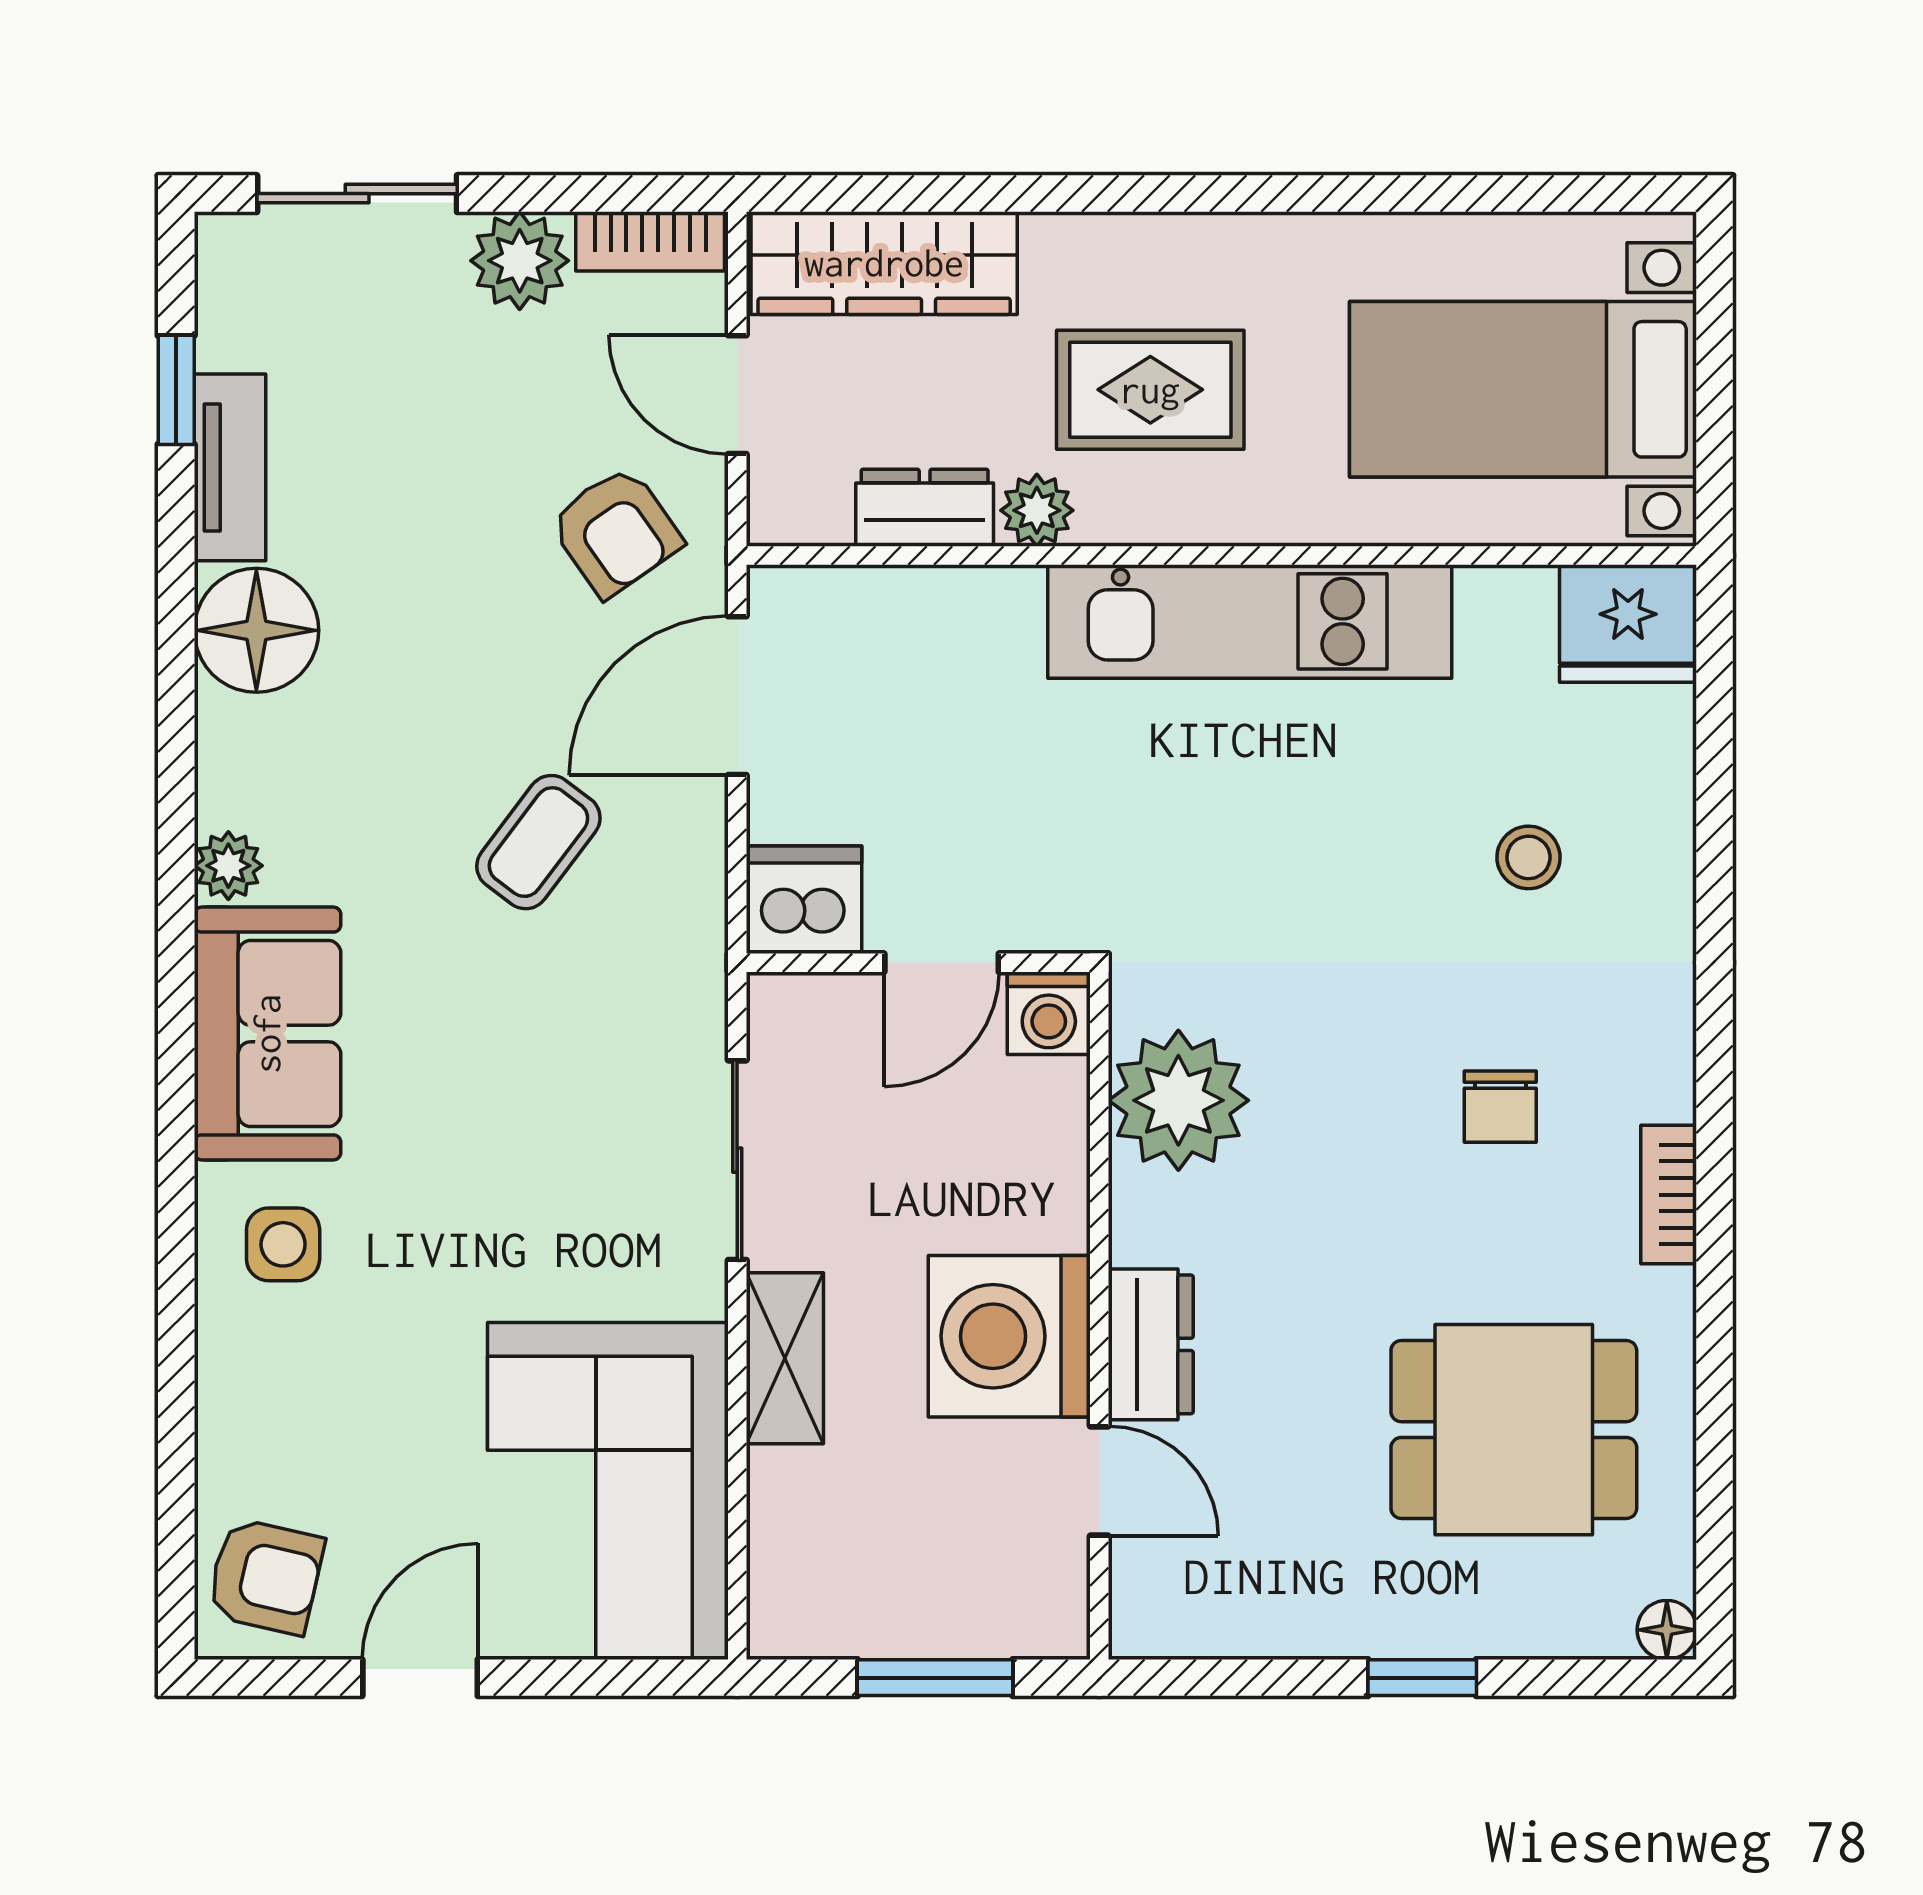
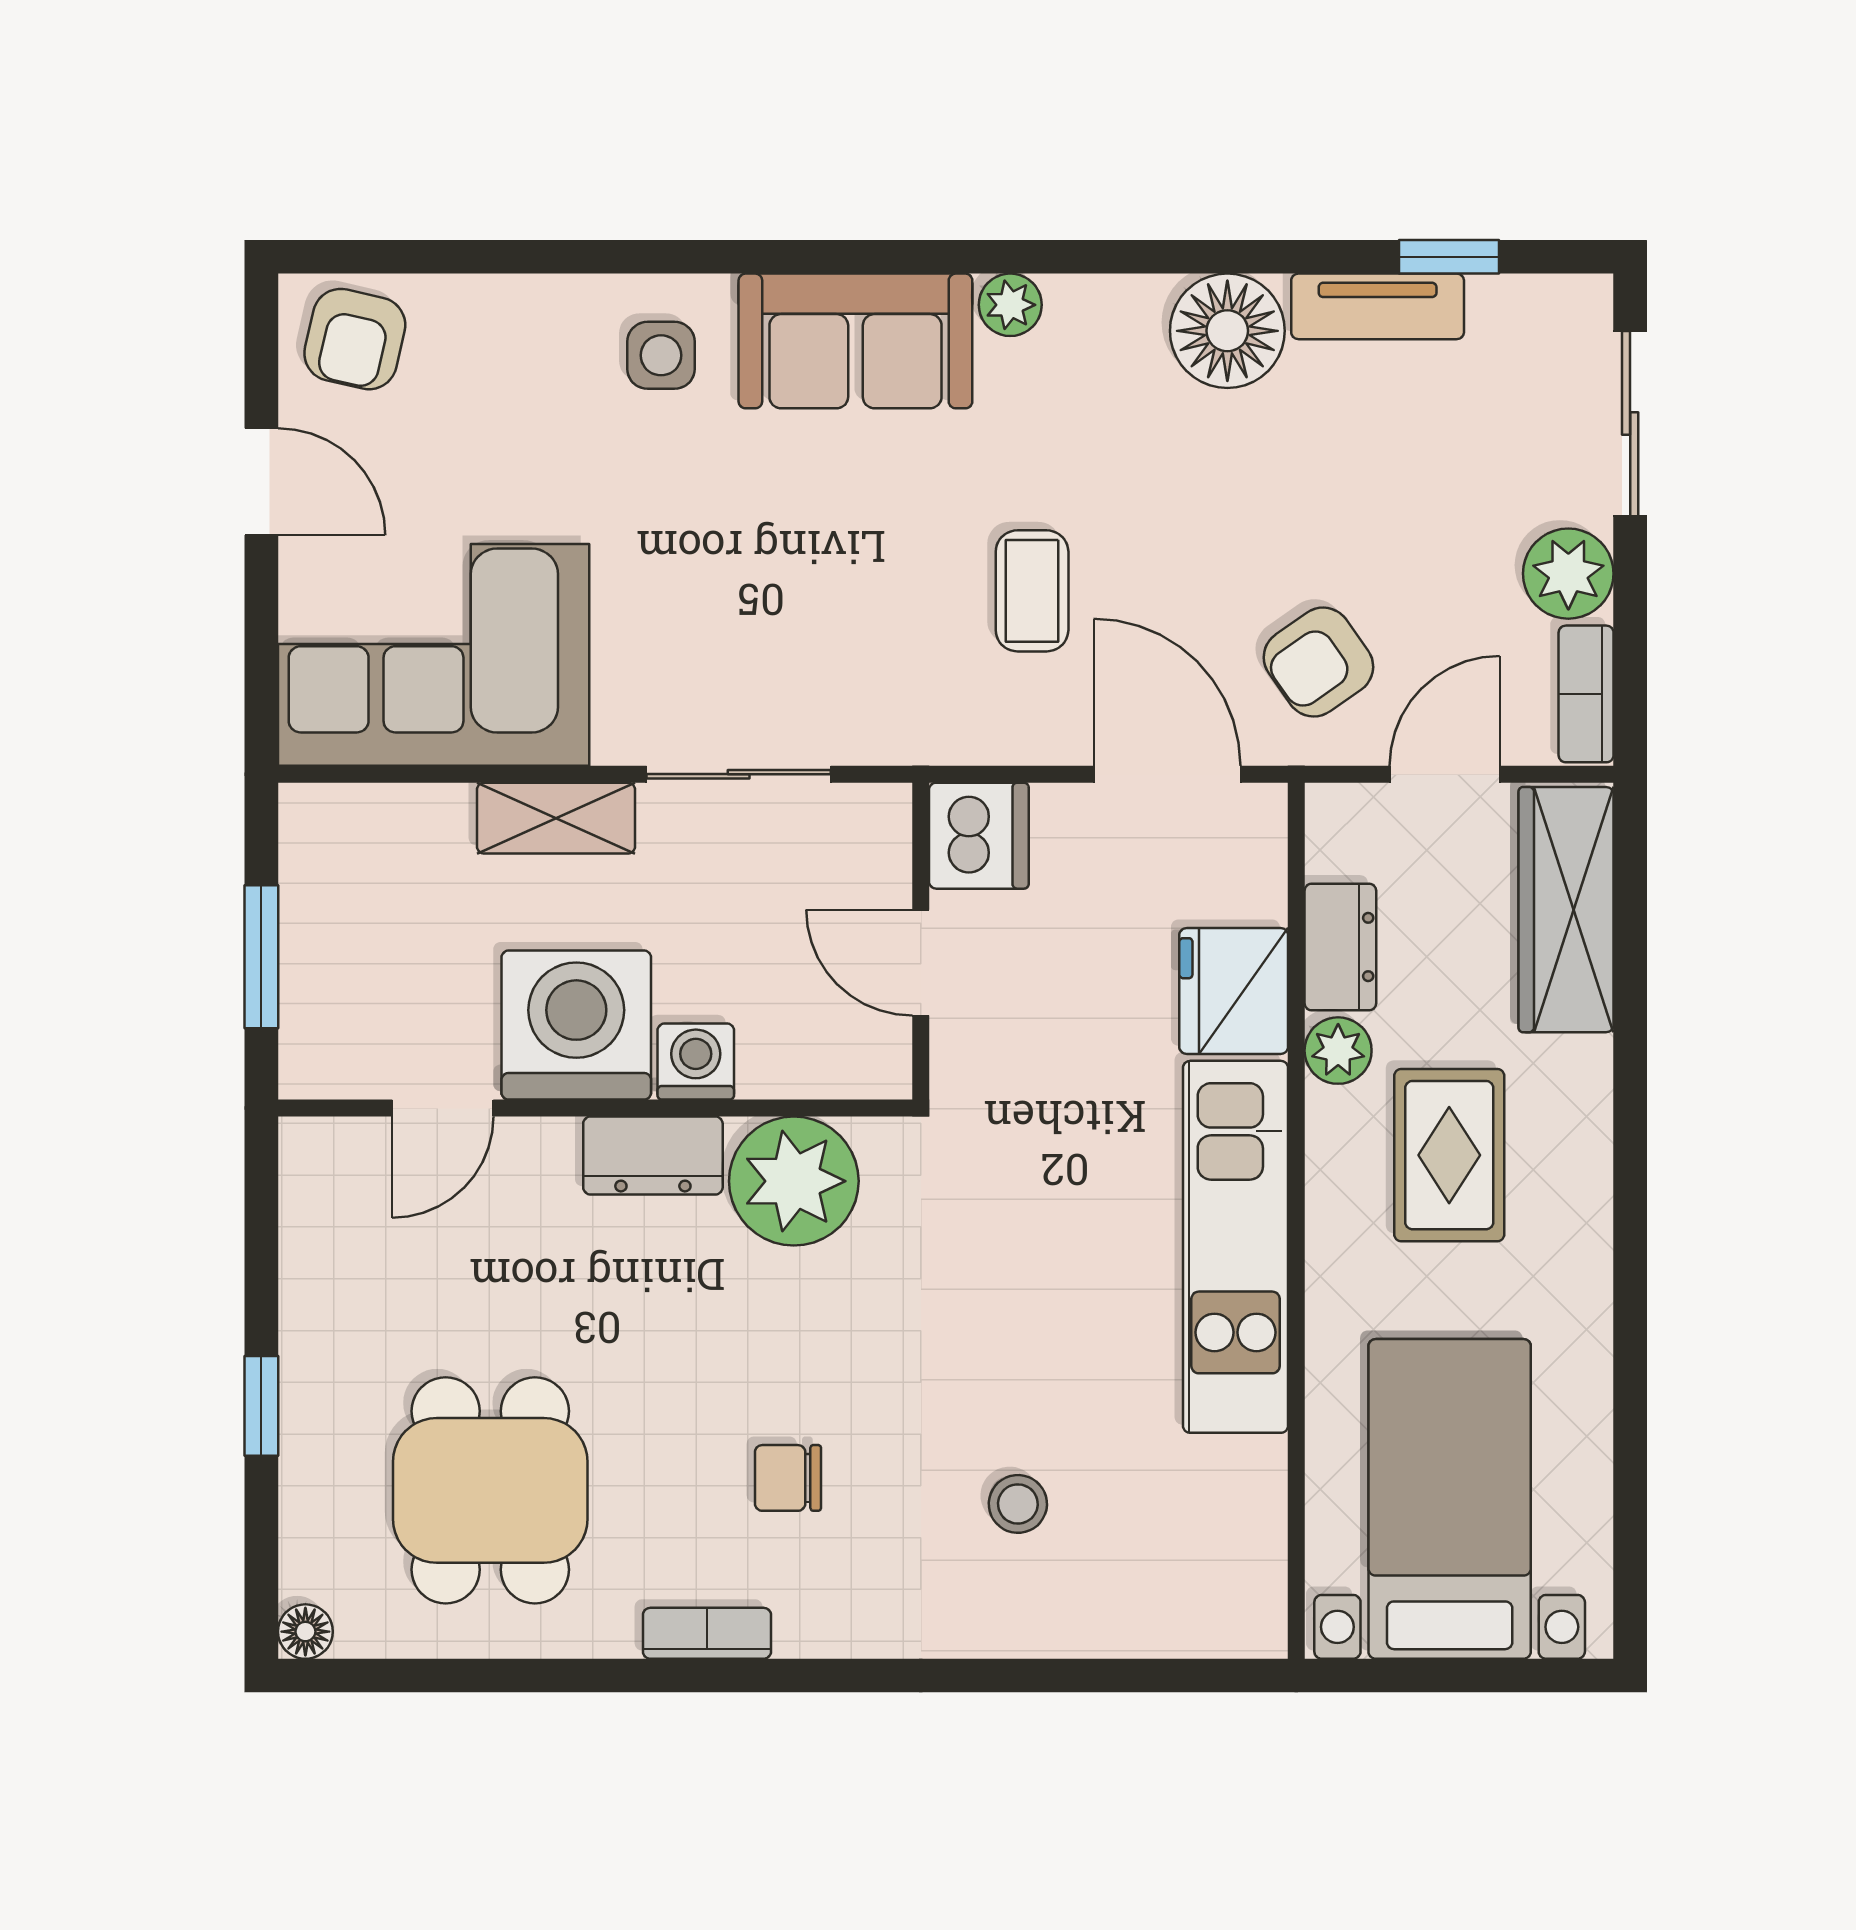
fridge: (1628, 623) -> (1234, 991), moved
coffee table: (538, 842) -> (1032, 591), turned 53
washing machine: (1049, 1013) -> (696, 1062), moved, turned 90
dresser: (1151, 1344) -> (653, 1156), moved

